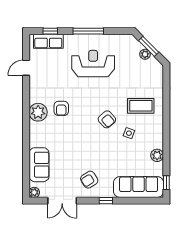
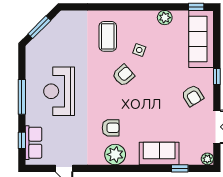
plant: (145, 54) -> (48, 31), removed
sofa: (39, 165) -> (159, 153), moved
window: (26, 168) -> (180, 168), added

